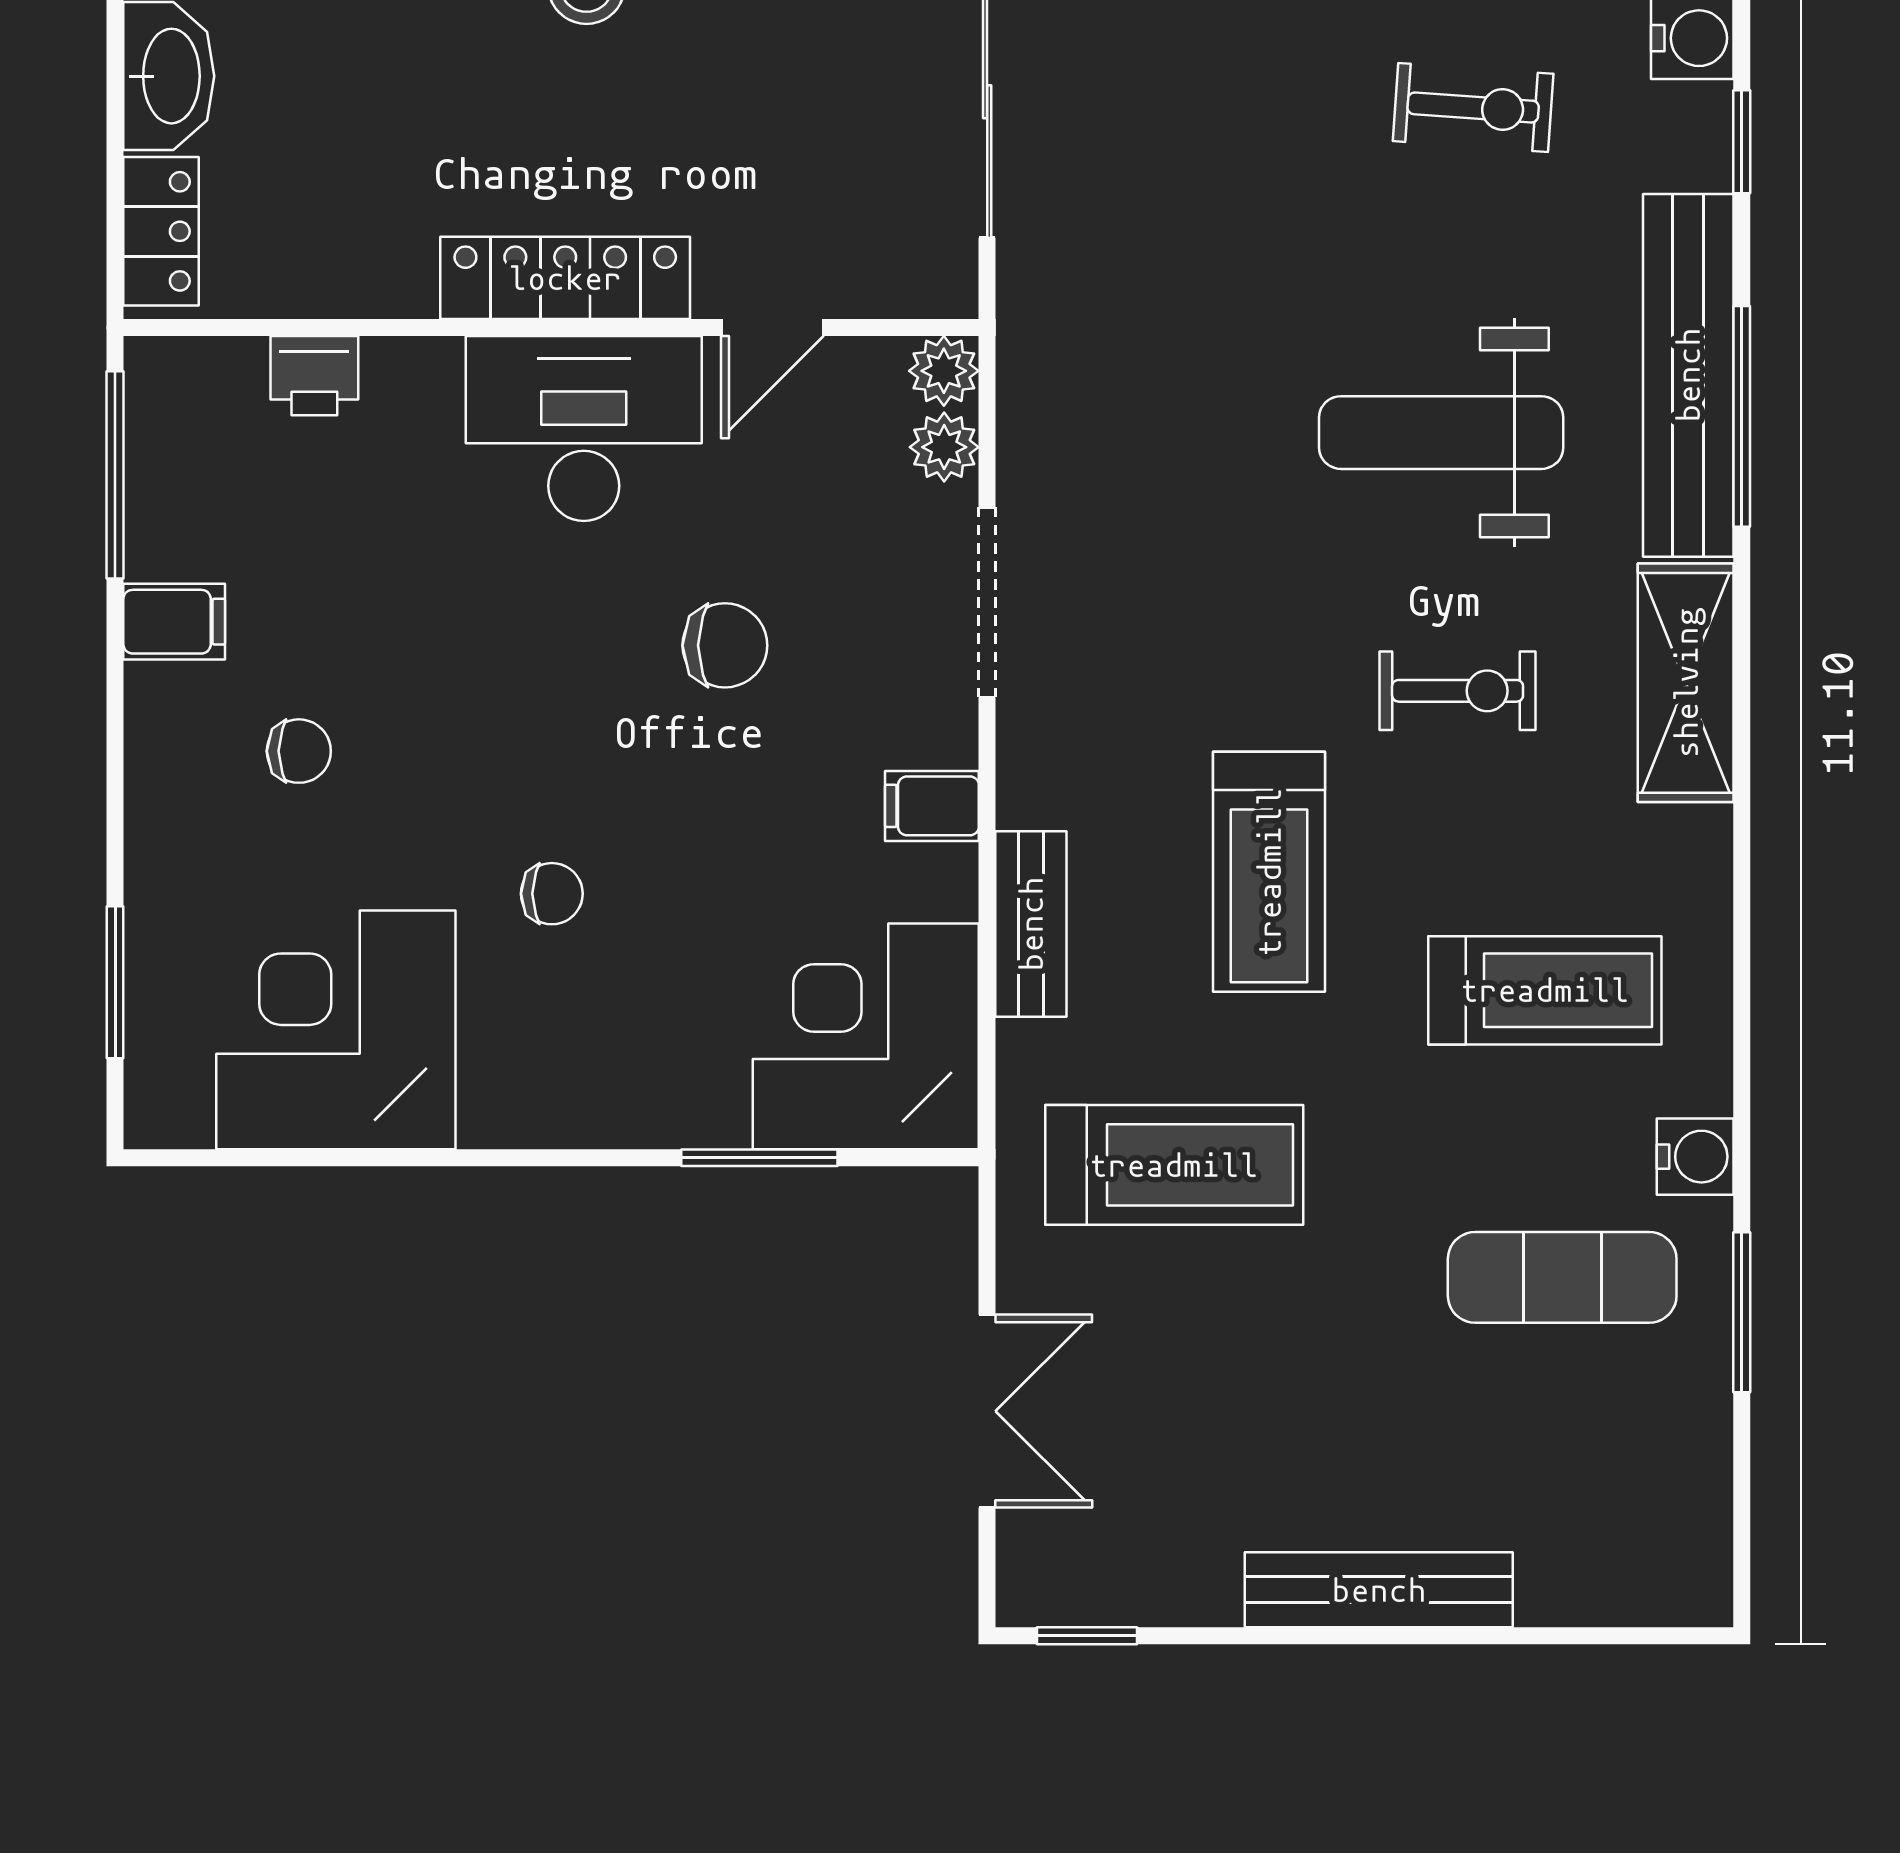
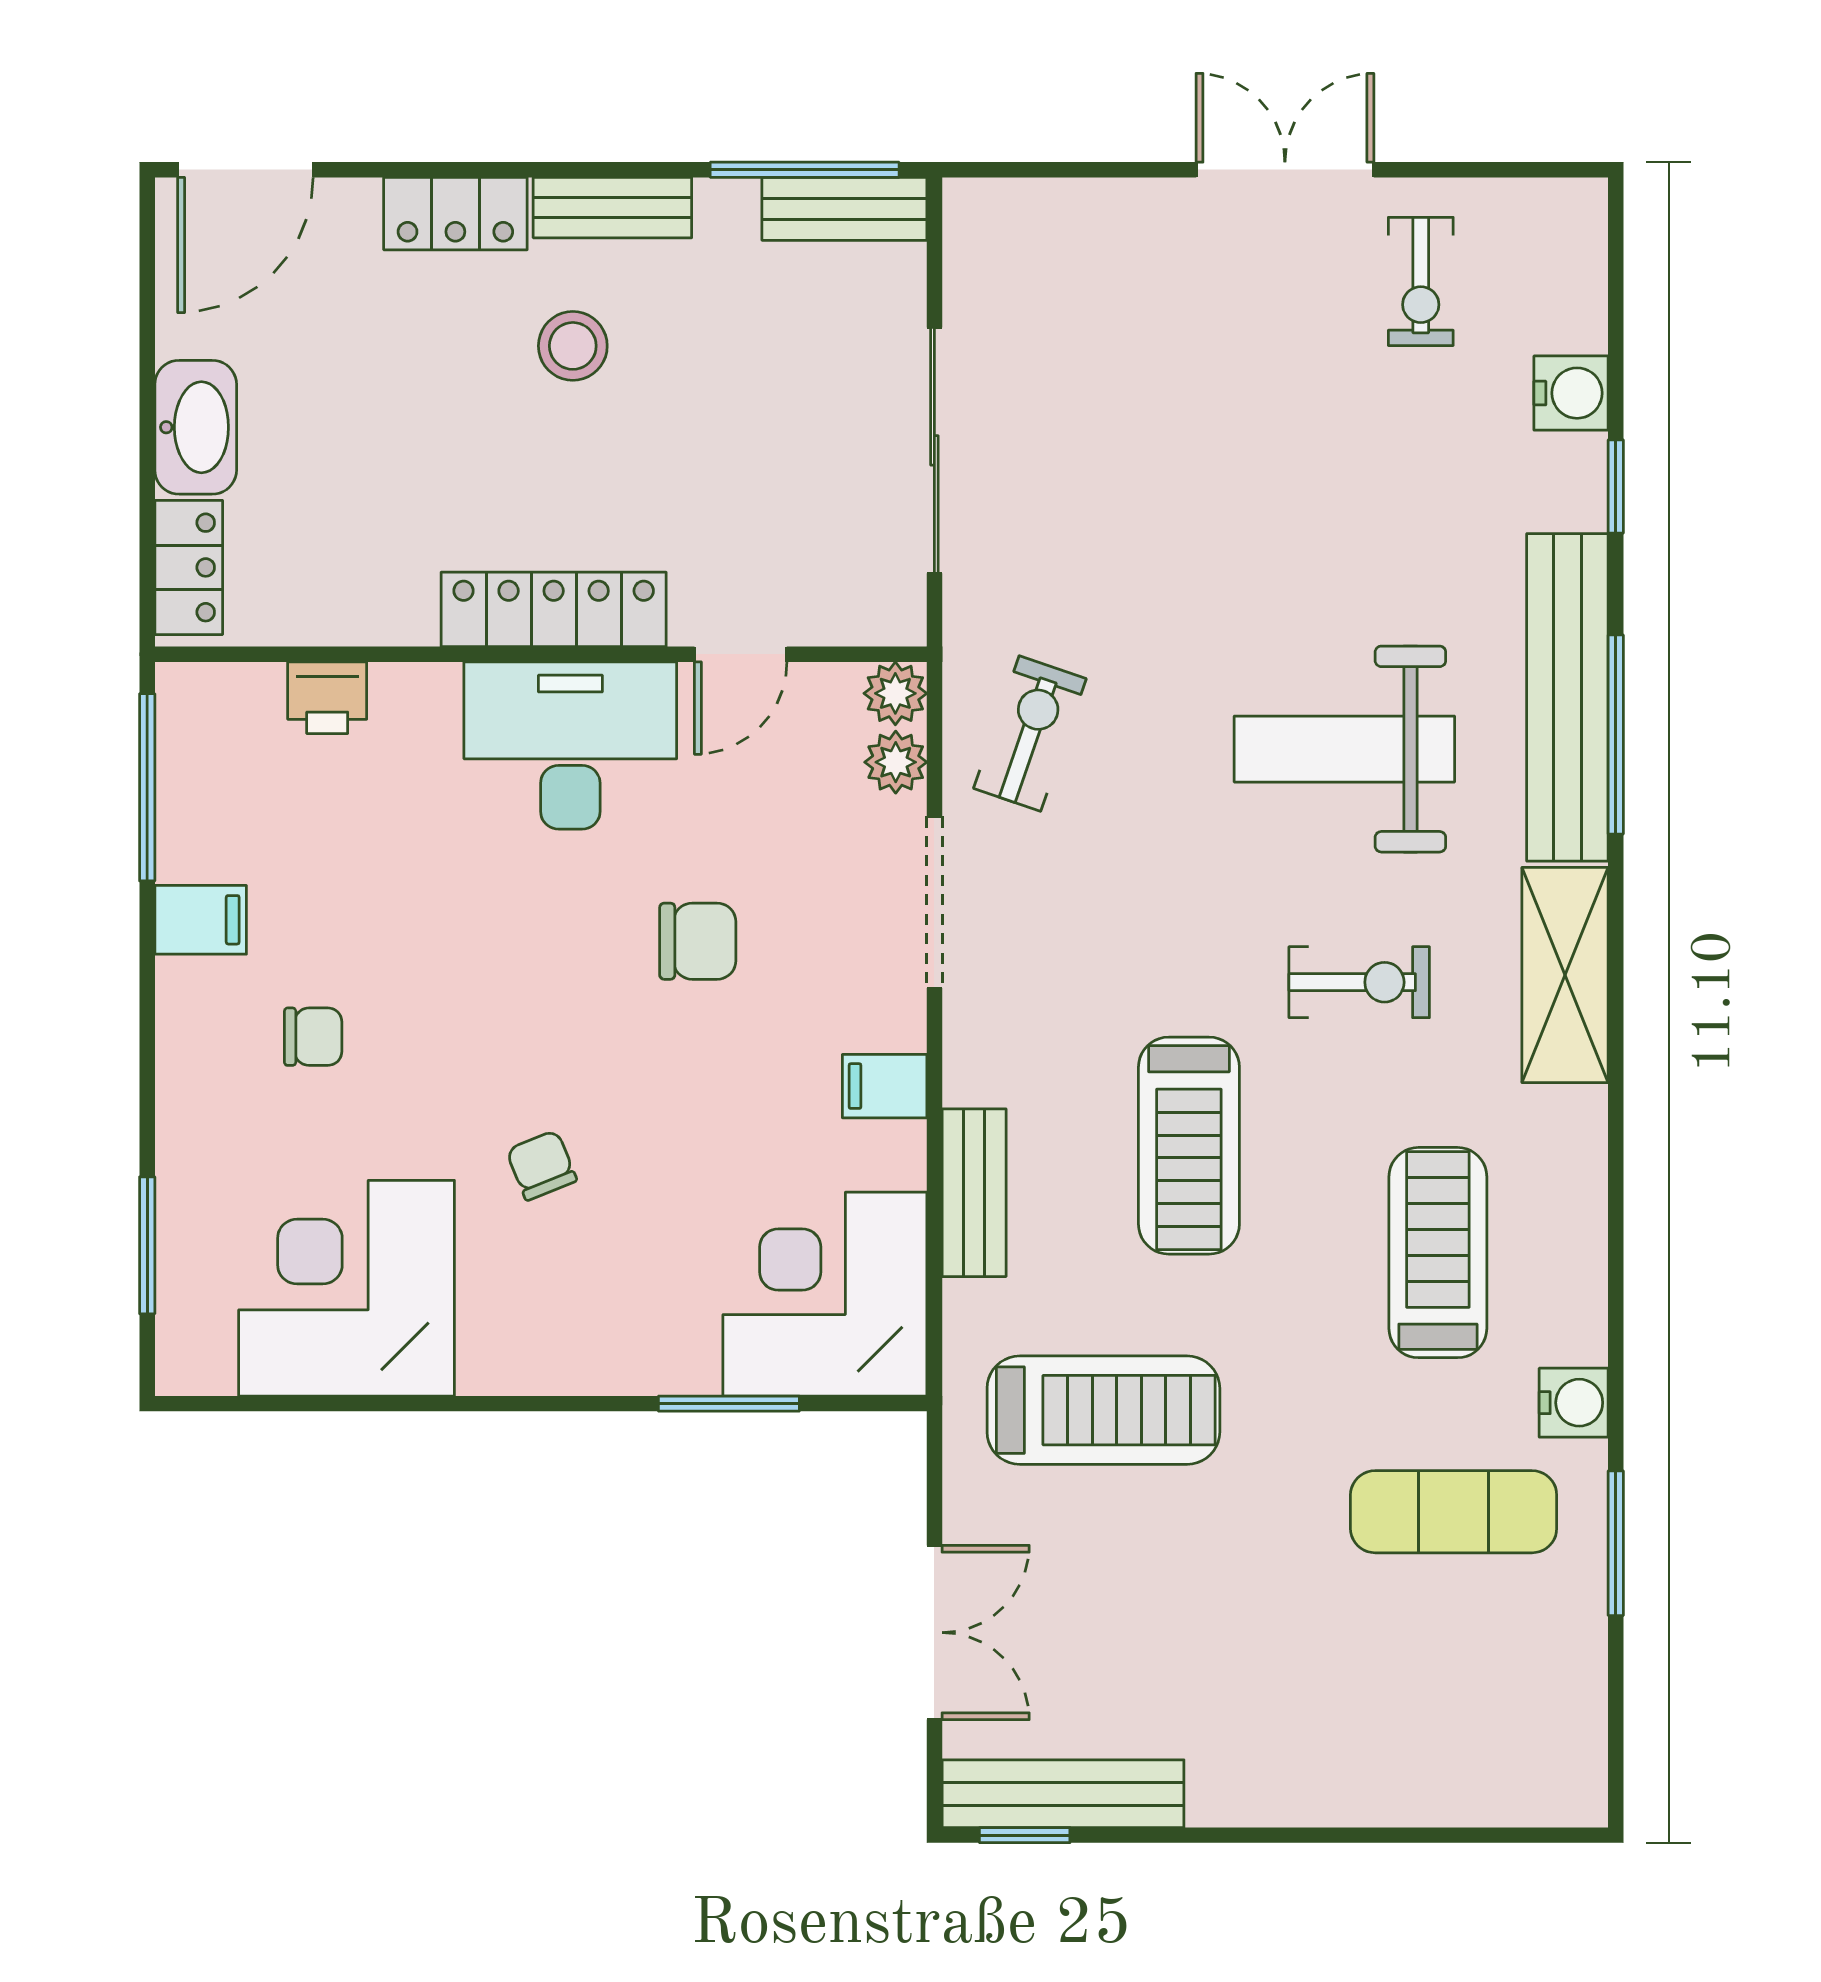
exercise bike: (1473, 107) -> (1030, 734), moved, turned -75
chair: (552, 894) -> (542, 1165), turned -112
treadmill: (1545, 990) -> (1438, 1253), turned -90
bench: (1379, 1590) -> (1063, 1794), moved

